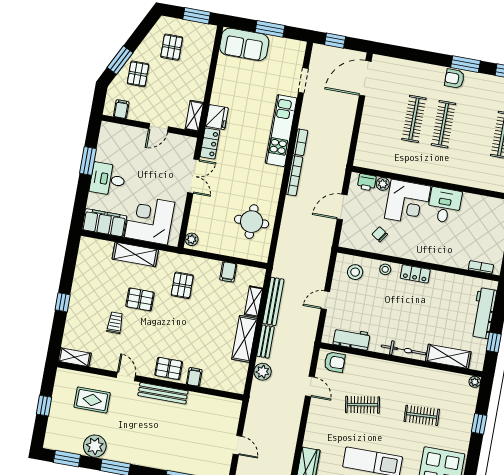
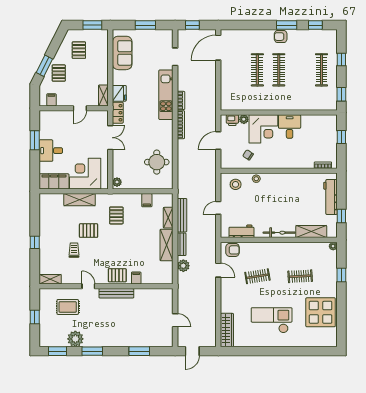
sofa: (244, 44) -> (122, 53), moved, turned -90
locker: (415, 274) -> (278, 178), removed

